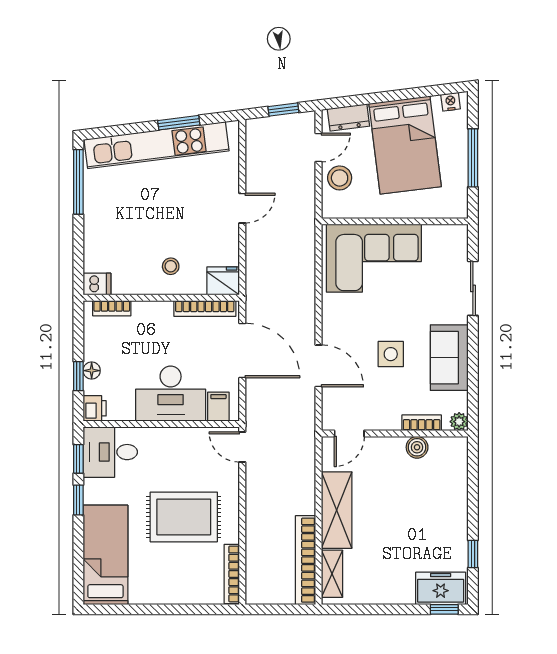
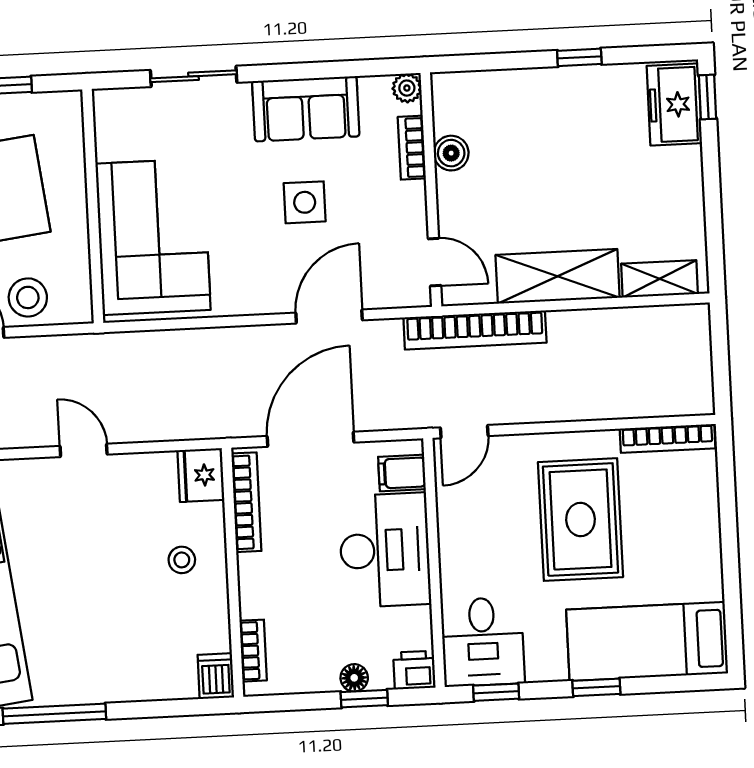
window: (78, 500) -> (596, 687), moved
window: (473, 554) -> (579, 57), moved
bookcase: (306, 560) -> (475, 330), moved

